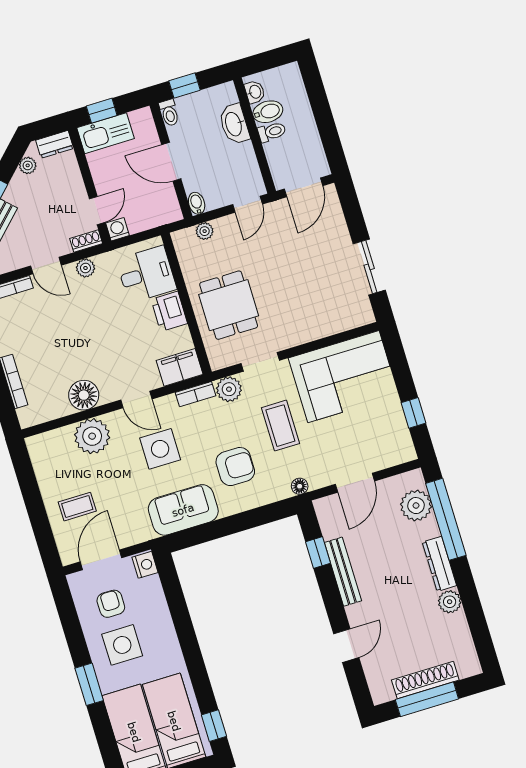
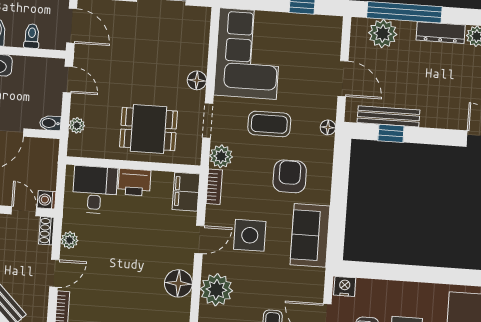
toilet: (272, 132) -> (32, 36), moved
floor lamp: (297, 335) -> (197, 80), added
bench: (343, 572) -> (388, 116), moved

